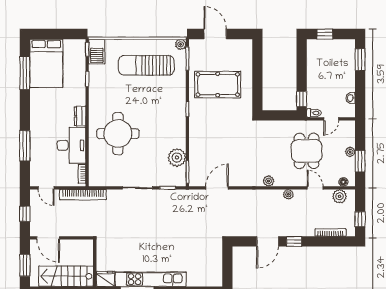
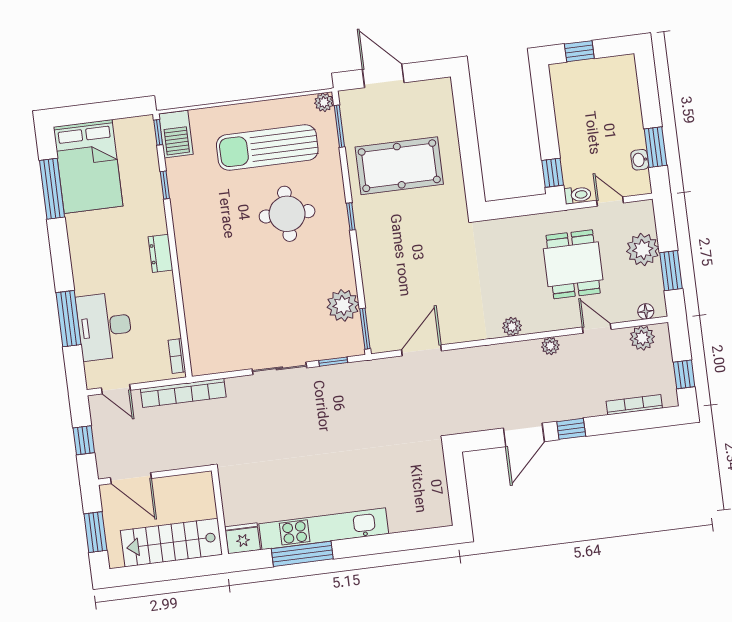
window: (360, 60) -> (655, 147), moved
door: (331, 119) -> (610, 202), swing flipped
round table: (118, 134) -> (287, 214), moved, width x0.73, depth x0.73
desk: (71, 145) -> (104, 326), moved, turned 180
plant: (350, 152) -> (643, 249), width x1.88, depth x1.88

